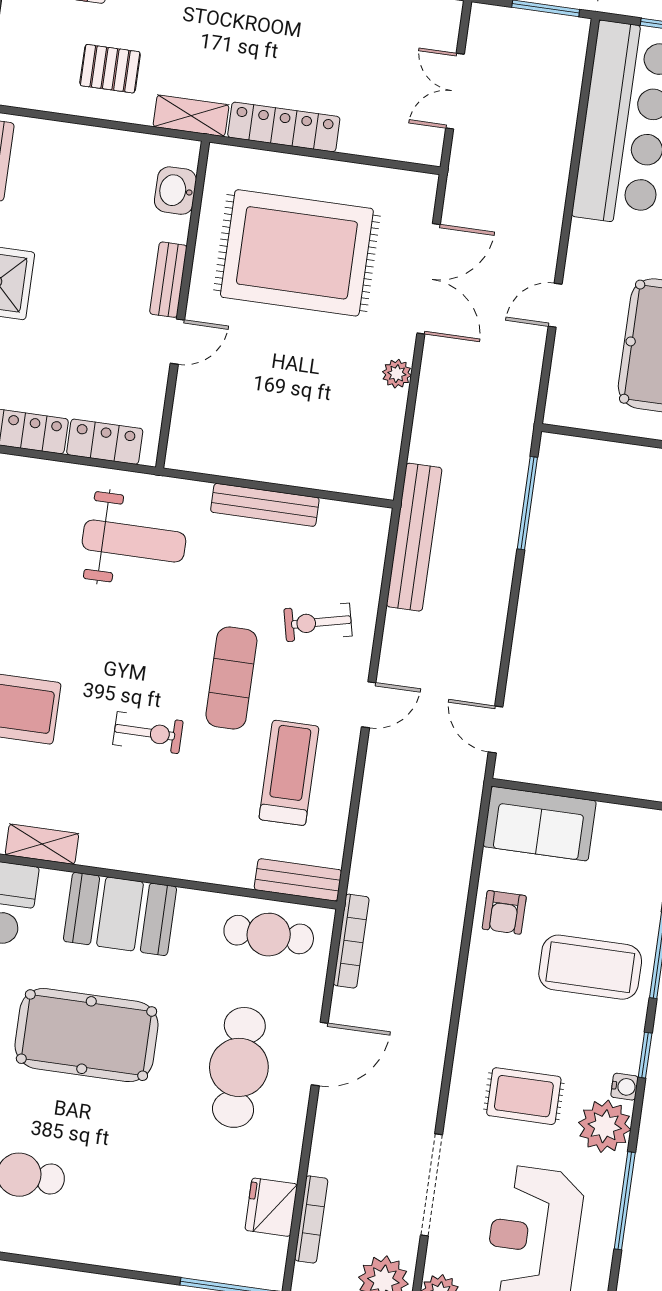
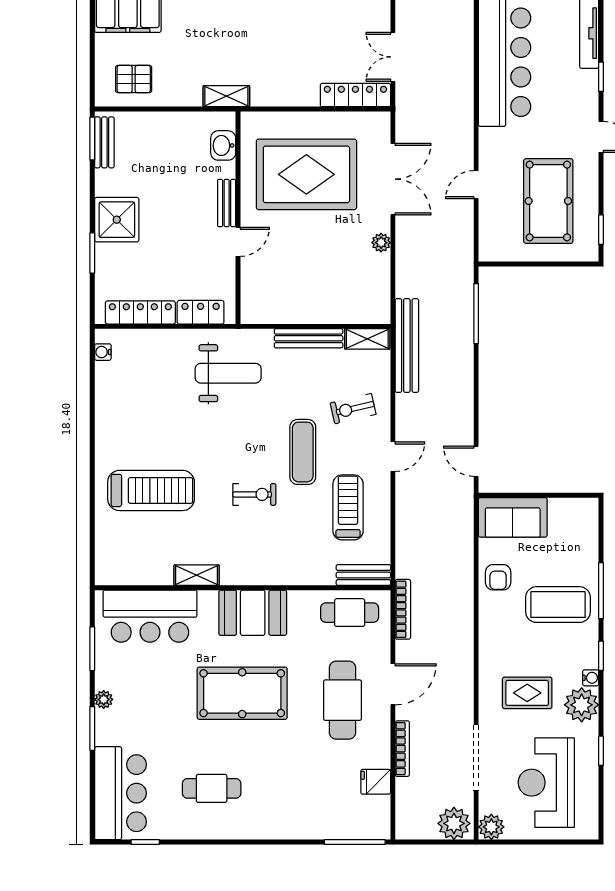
pallet: (110, 69) -> (134, 79), moved
locker: (284, 127) -> (355, 95), moved
shelving: (355, 518) -> (367, 339), added
window: (625, 1201) -> (601, 751), width x0.46
fridge: (271, 1207) -> (376, 782), width x0.72
bookcase: (311, 1219) -> (402, 749), moved

